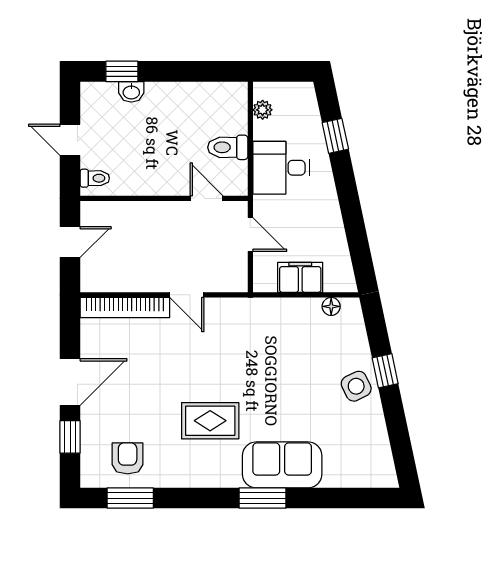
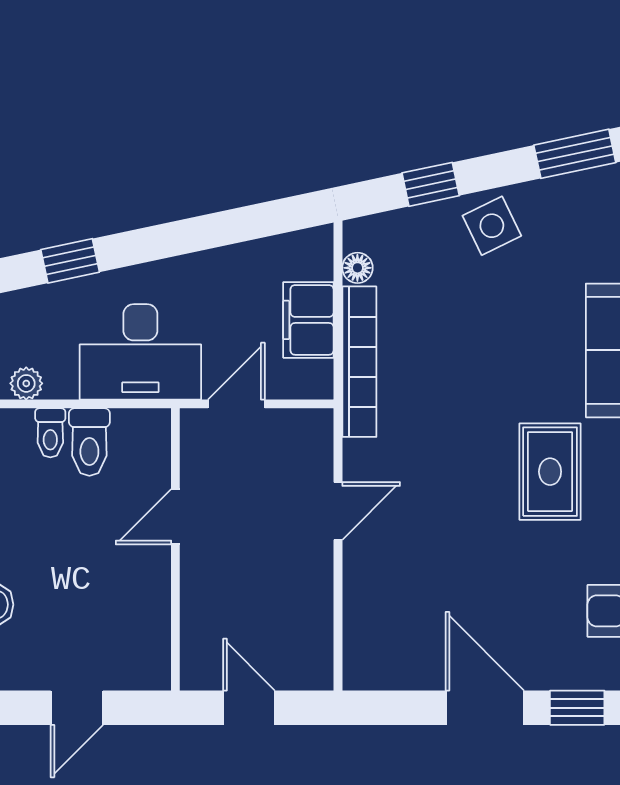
desk: (281, 168) -> (140, 352), width x1.37
toilet: (95, 178) -> (50, 433), moved, turned 180
door: (207, 198) -> (175, 517), moved
bookcase: (125, 308) -> (359, 362), moved
window: (385, 371) -> (431, 184), moved
window: (399, 435) -> (575, 154), added

